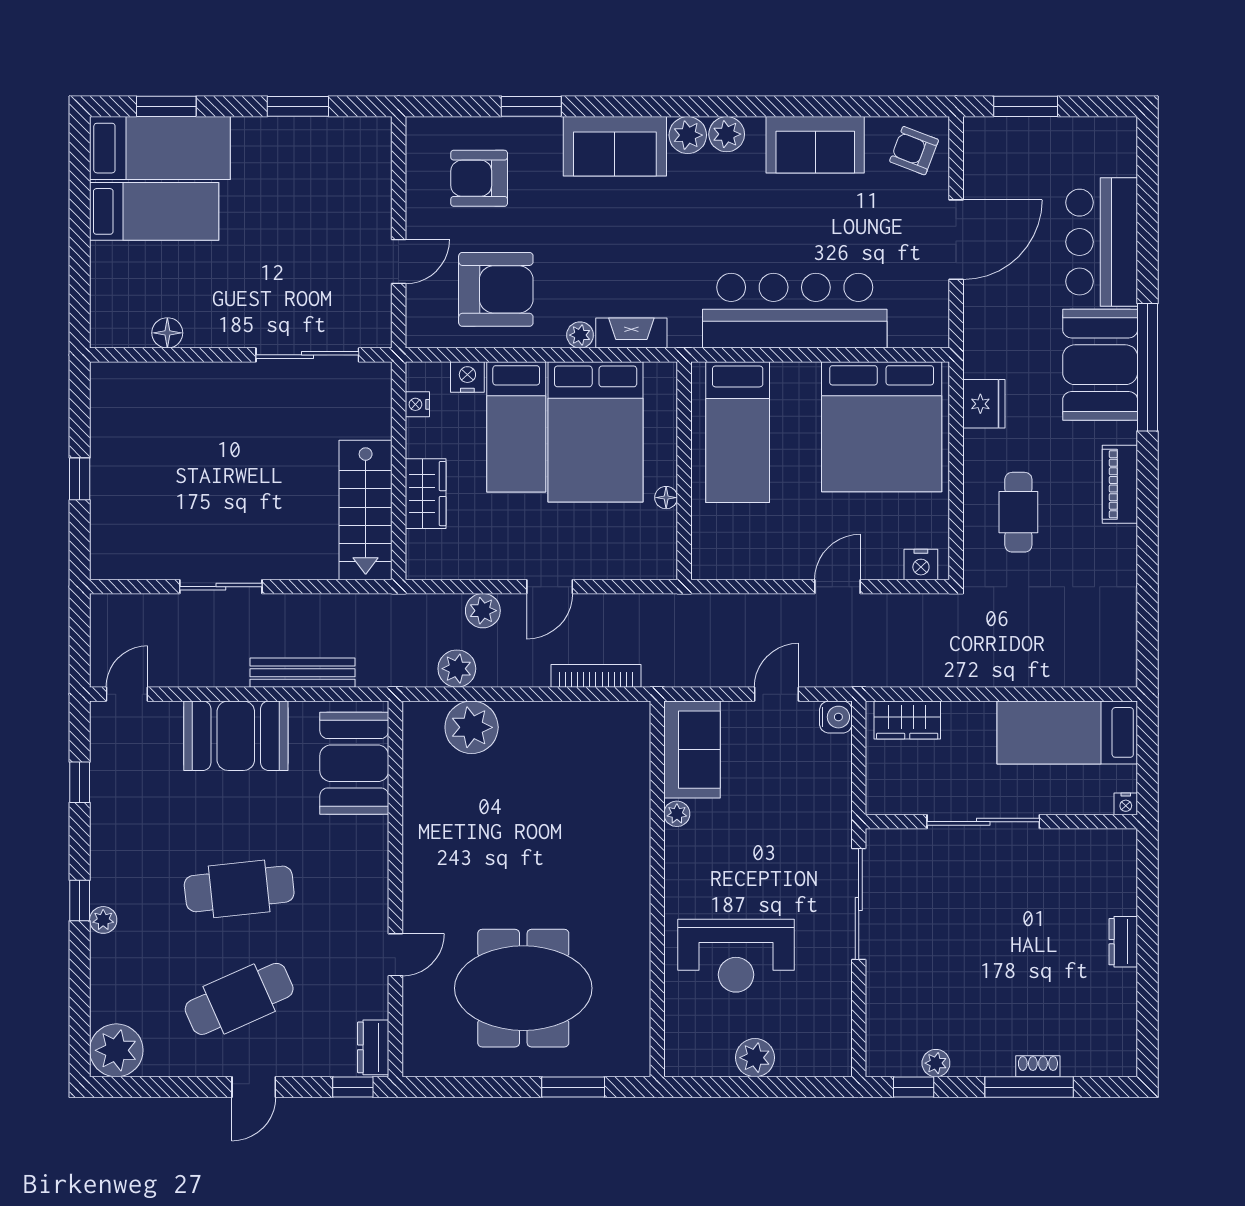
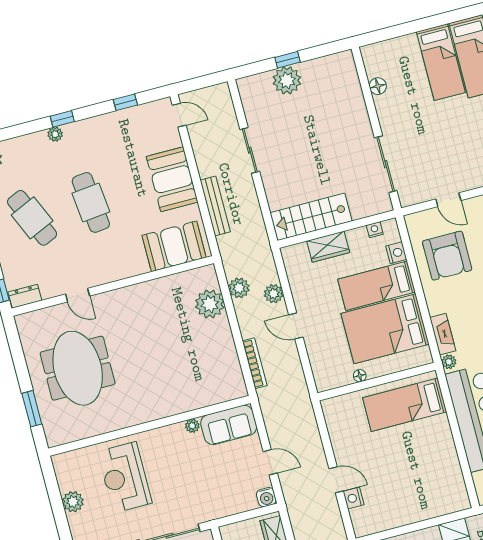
plant: (580, 335) -> (449, 362), moved
bed: (882, 427) -> (428, 481), removed
plant: (115, 489) -> (287, 80), added
nightstand: (921, 565) -> (354, 498), moved

